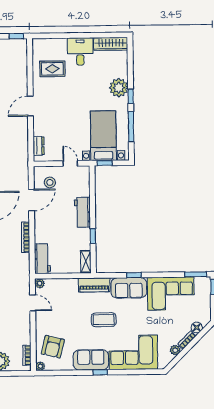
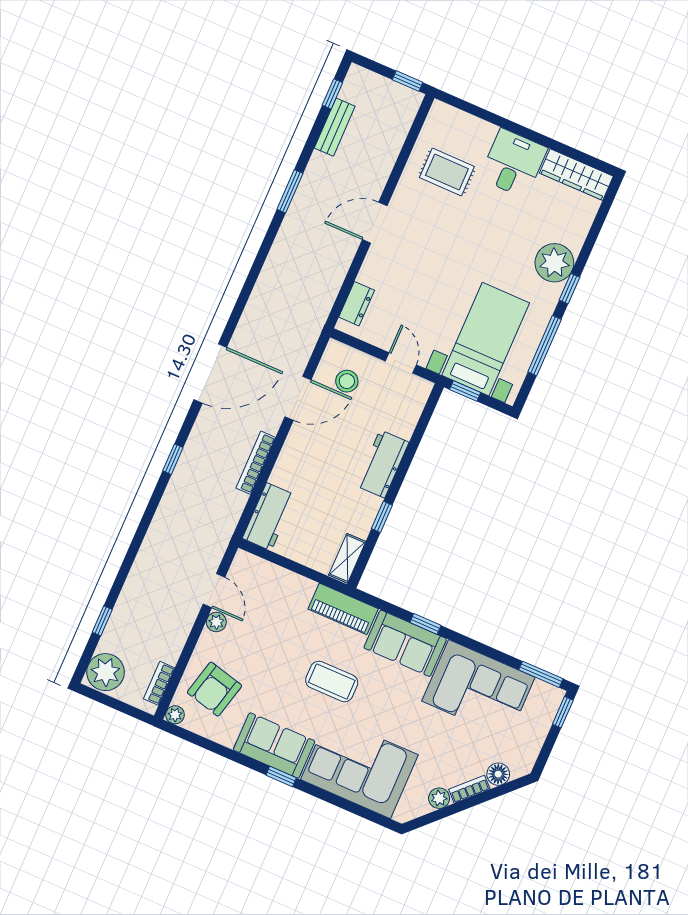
plant: (40, 283) -> (216, 622), moved

